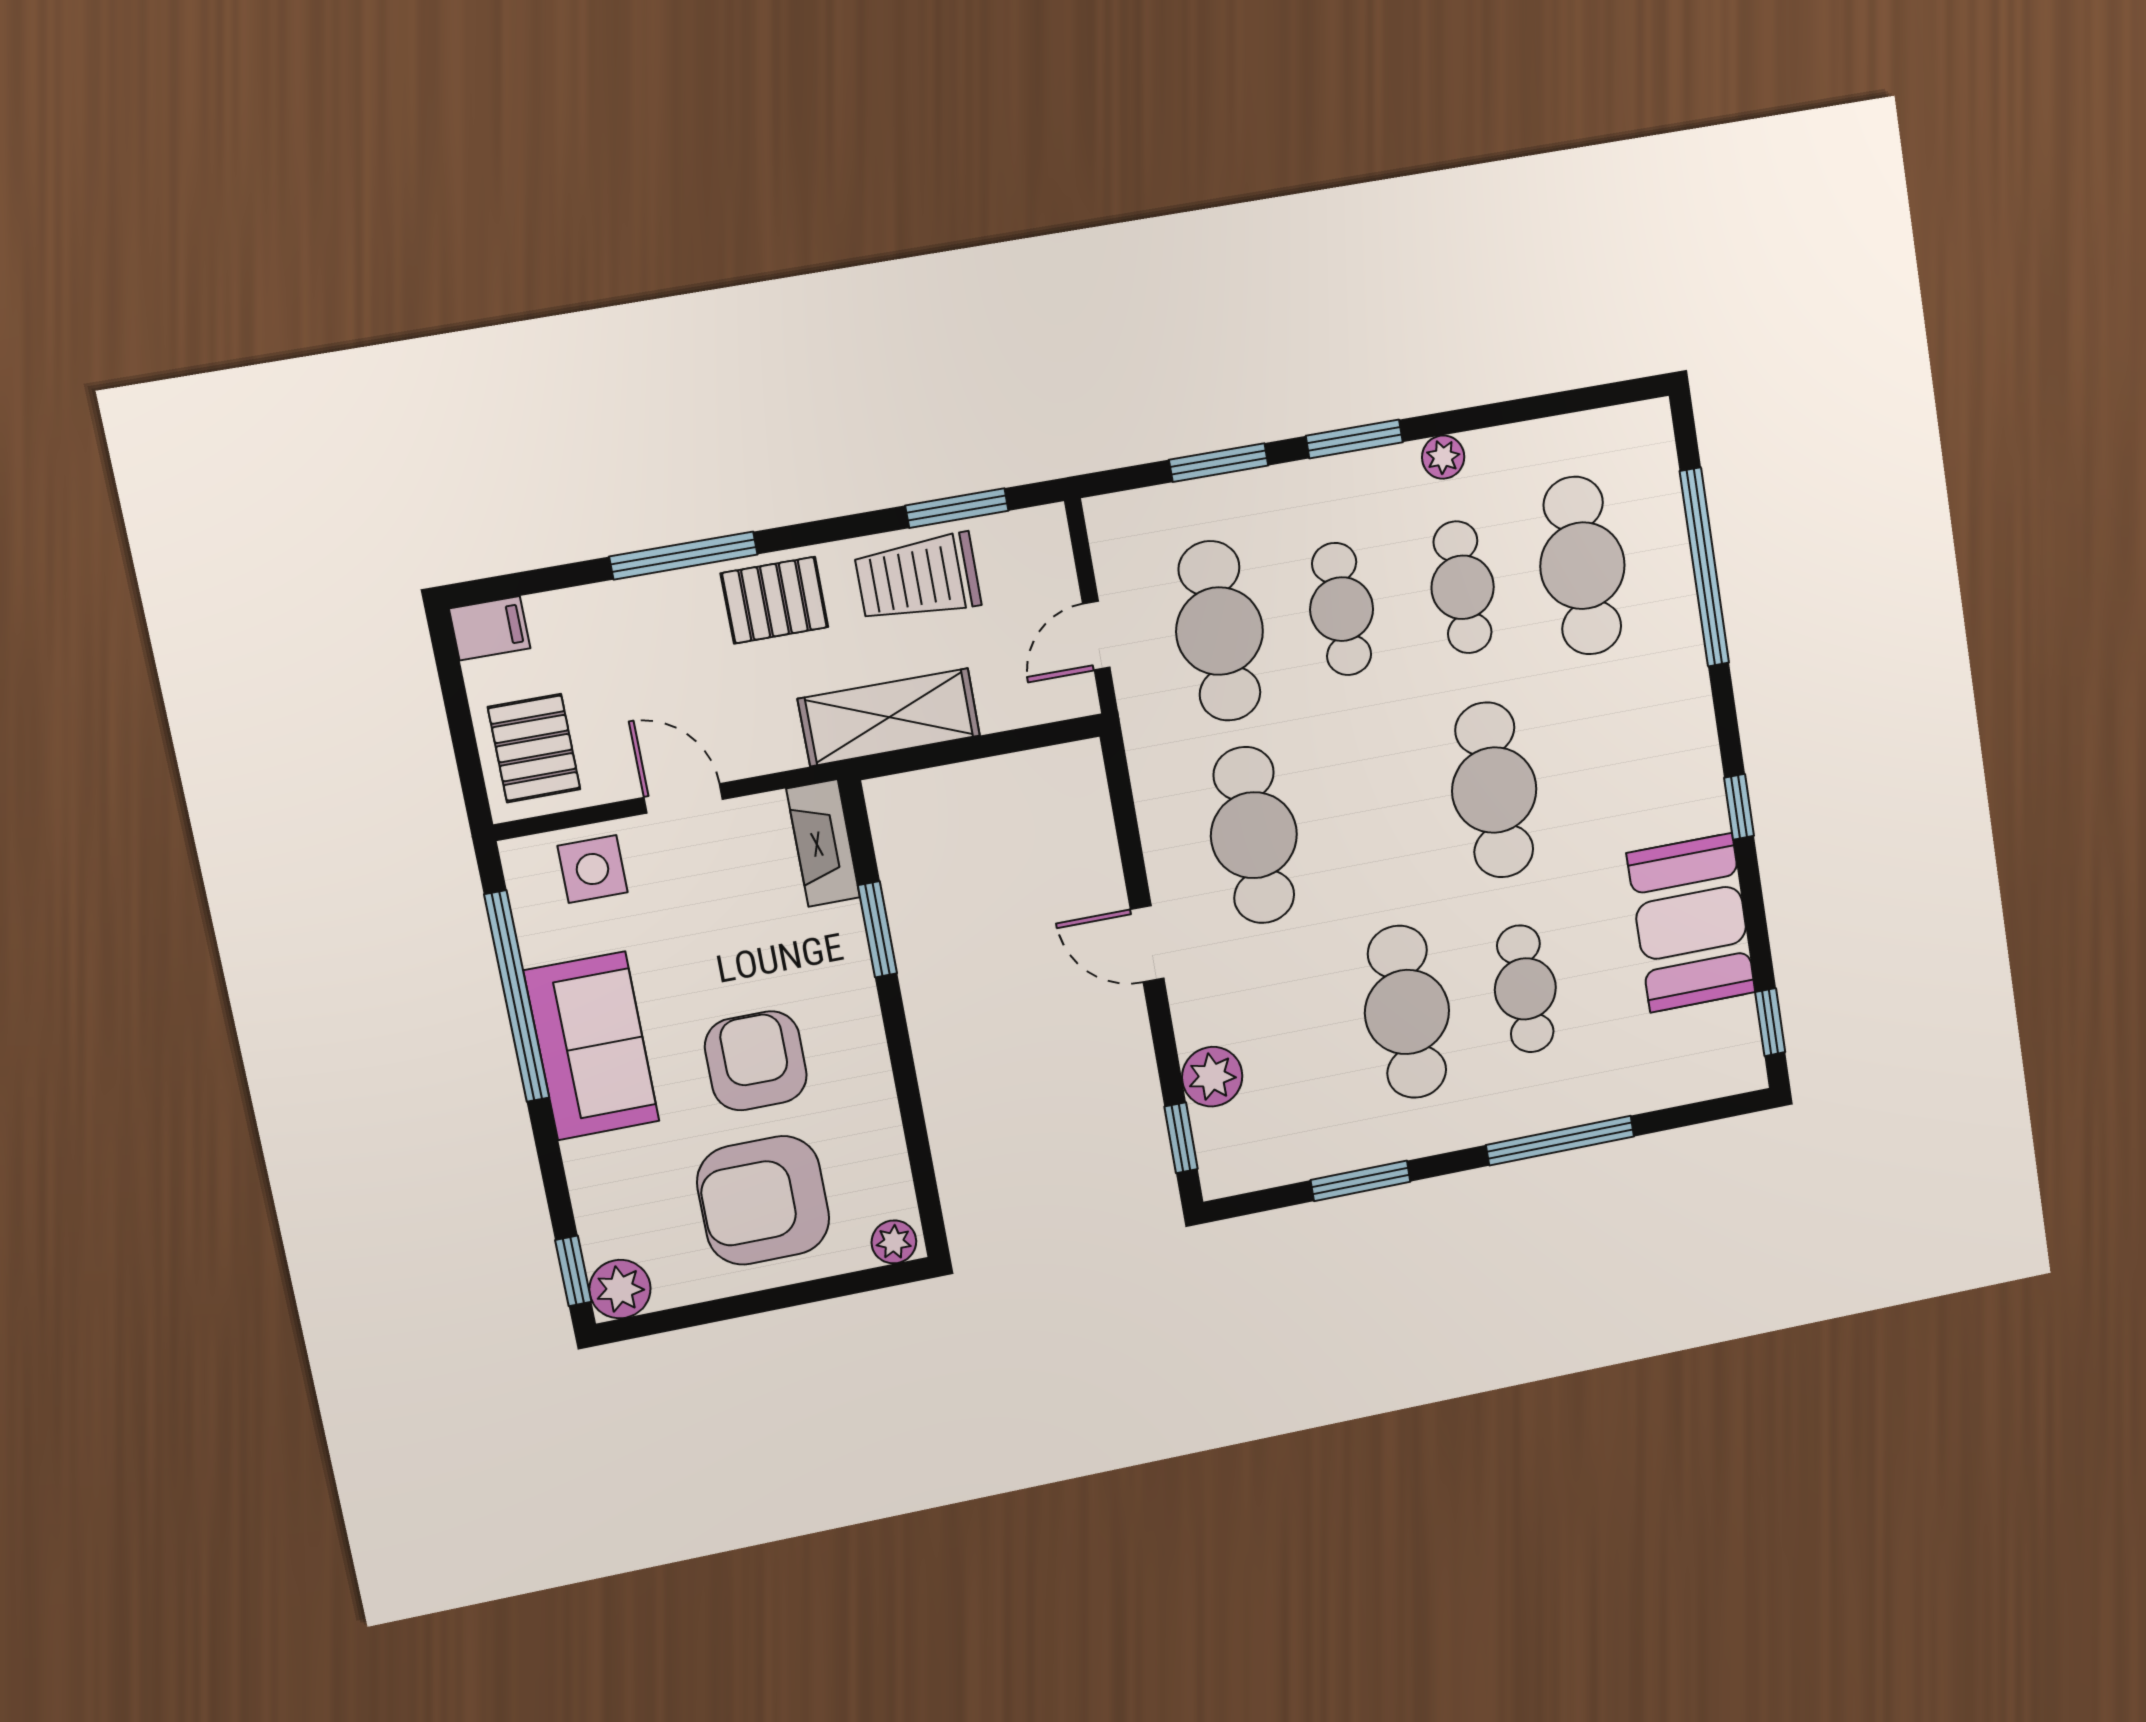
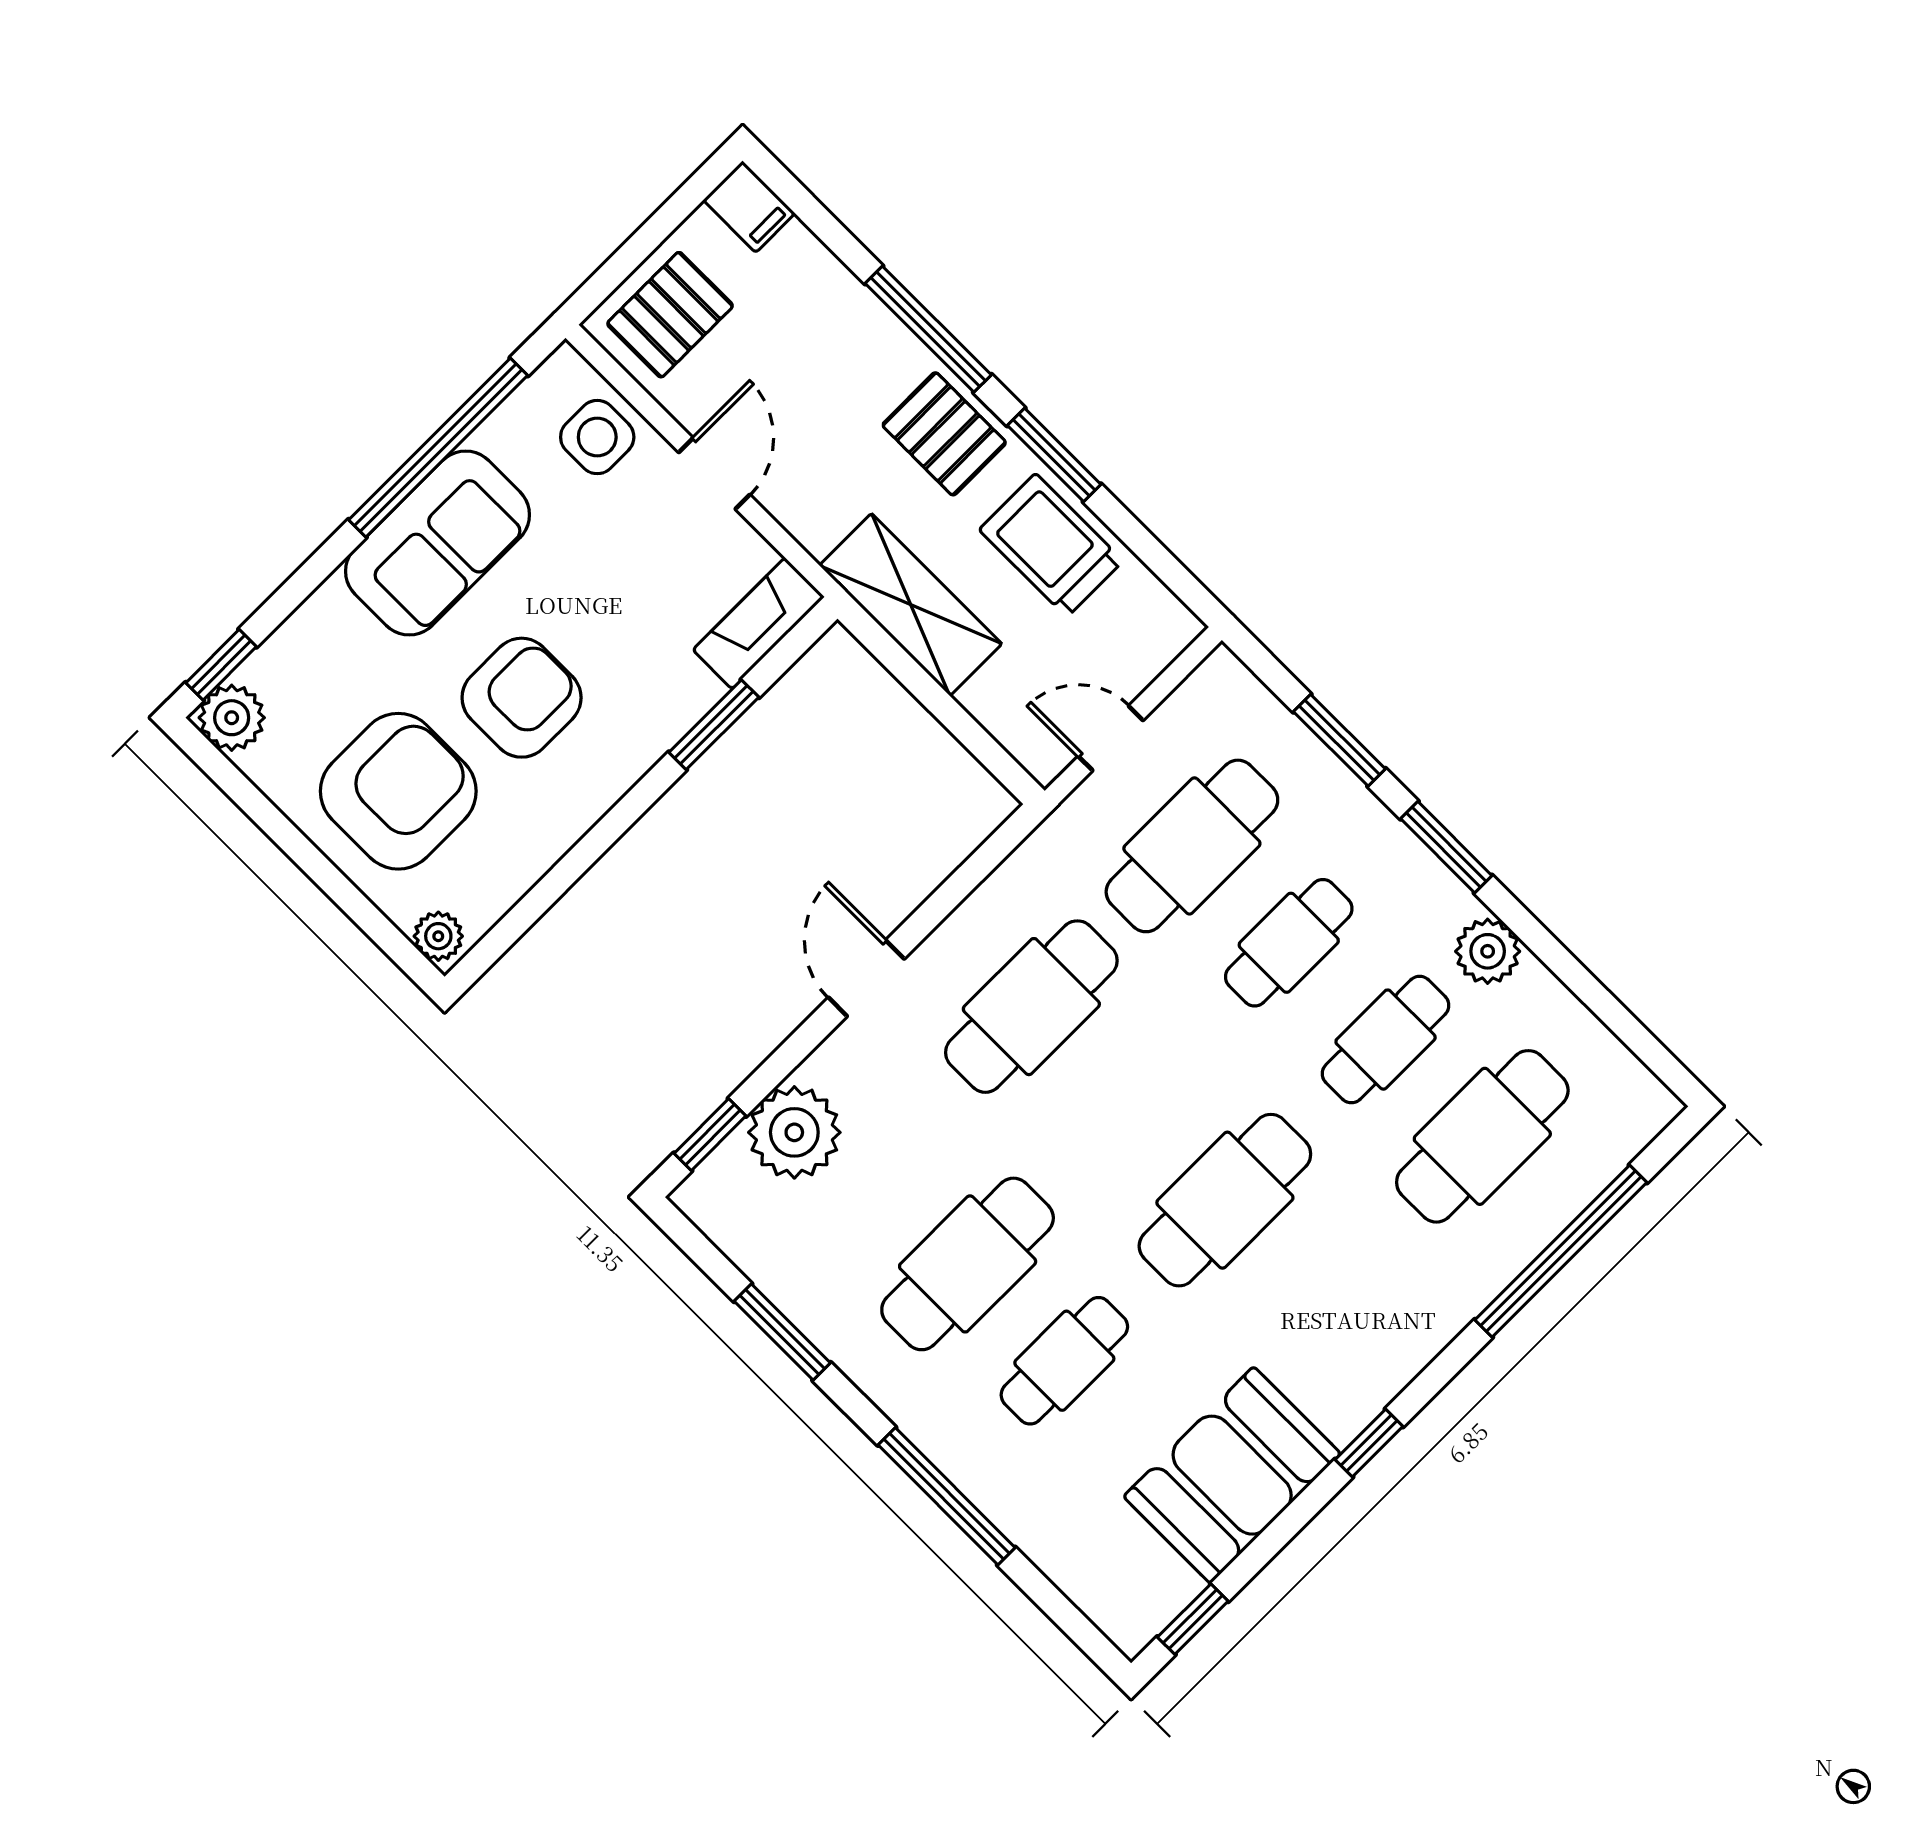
plant: (1443, 457) -> (1488, 951), width x1.38, depth x1.38
window: (957, 508) -> (1054, 455), moved
plant: (1212, 1077) -> (794, 1132), width x1.36, depth x1.36
armchair: (763, 1200) -> (398, 791), turned 90

